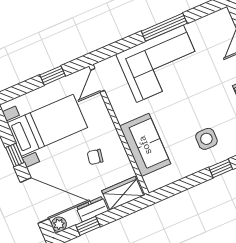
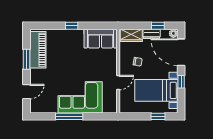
window: (53, 75) -> (158, 116), moved
door: (98, 80) -> (118, 83), moved
side table: (206, 139) -> (72, 45), removed
sofa: (145, 145) -> (101, 39), moved, turned -90

